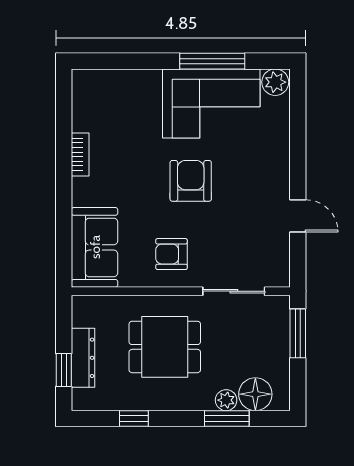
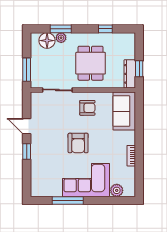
plant: (275, 82) -> (117, 190), moved
corner sofa: (211, 104) -> (86, 180), moved
window: (298, 163) -> (27, 151), added
dining table: (165, 347) -> (91, 63), turned 90
dresser: (83, 358) -> (130, 74), moved
window: (64, 370) -> (139, 69), moved

